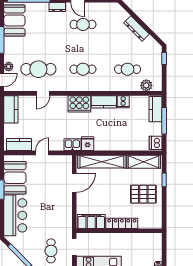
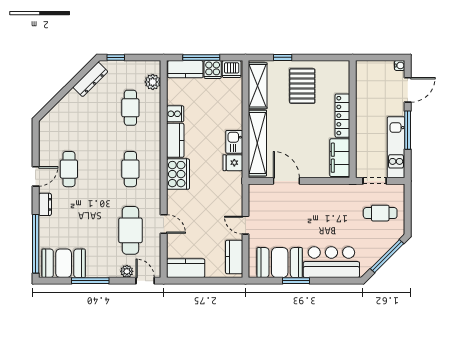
dresser: (137, 28) -> (90, 79), moved
cooker: (155, 129) -> (213, 70), added
kitchen sink: (72, 145) -> (234, 142), moved

